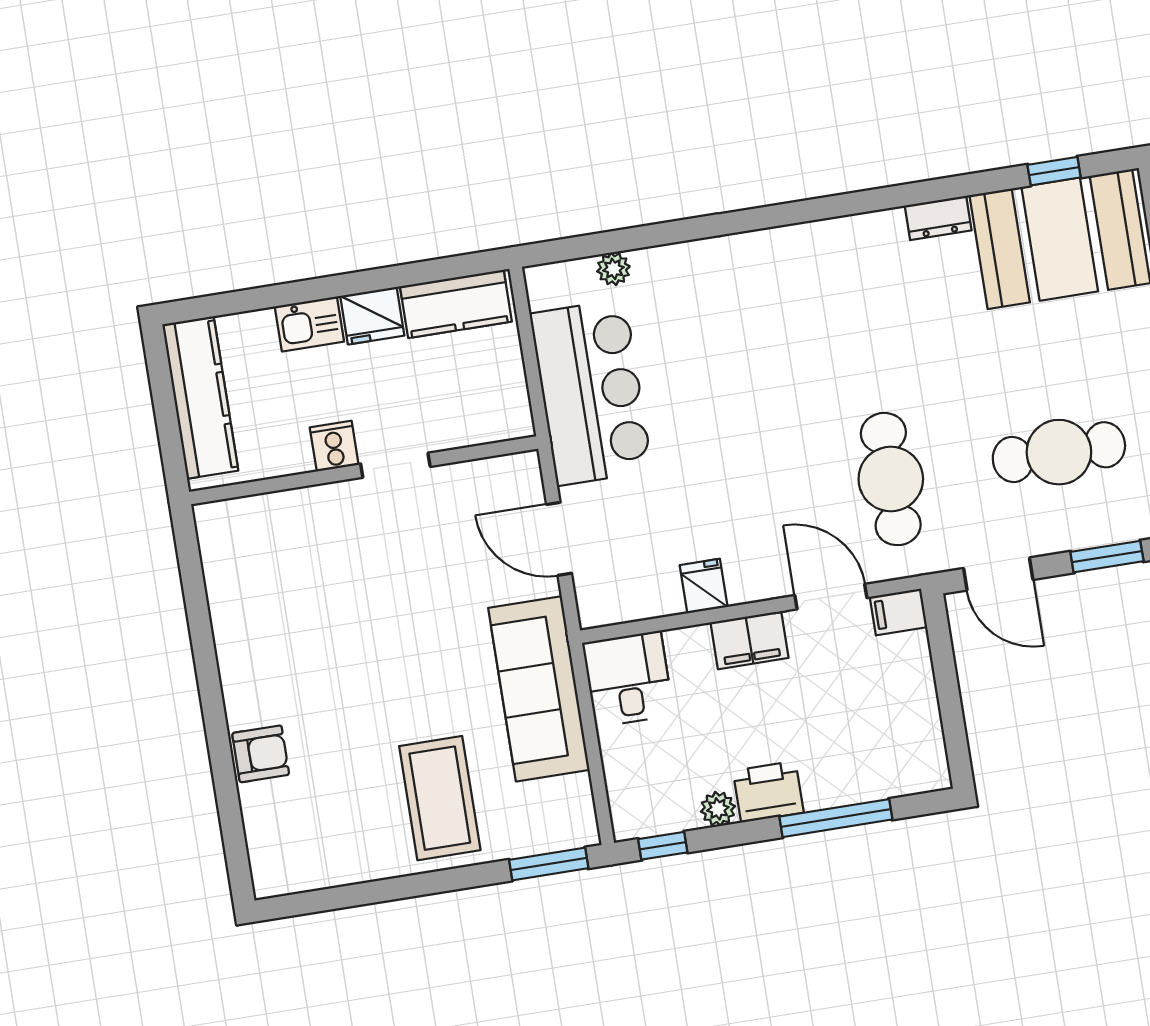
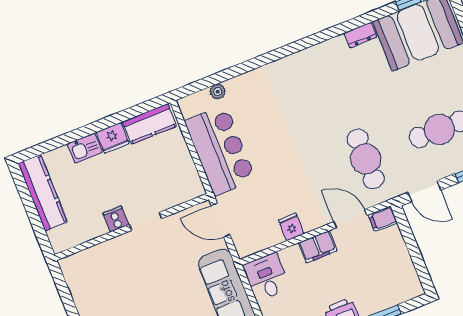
cooker: (334, 446) -> (116, 219), moved
doorway: (395, 465) -> (146, 221), moved
wall: (364, 470) -> (132, 227), moved

